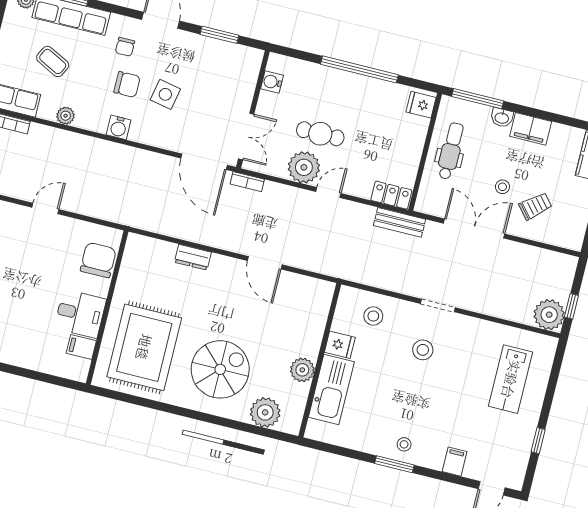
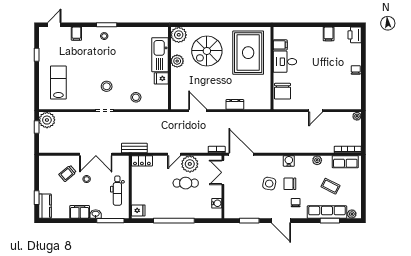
fridge: (340, 345) -> (161, 78), moved
wall: (320, 360) -> (169, 68), moved
plant: (302, 370) -> (177, 61), moved
kitchen sink: (331, 389) -> (160, 55), moved

